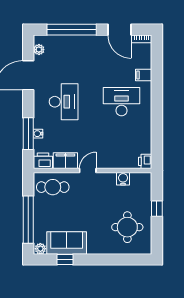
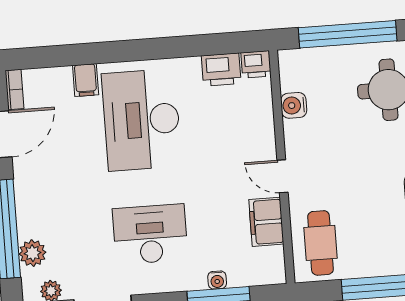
plant: (59, 42) -> (33, 253), added
desk: (121, 102) -> (142, 120), width x1.36, depth x1.30
printer: (43, 161) -> (221, 70), moved, turned -90
window: (157, 209) -> (348, 34), width x3.17

